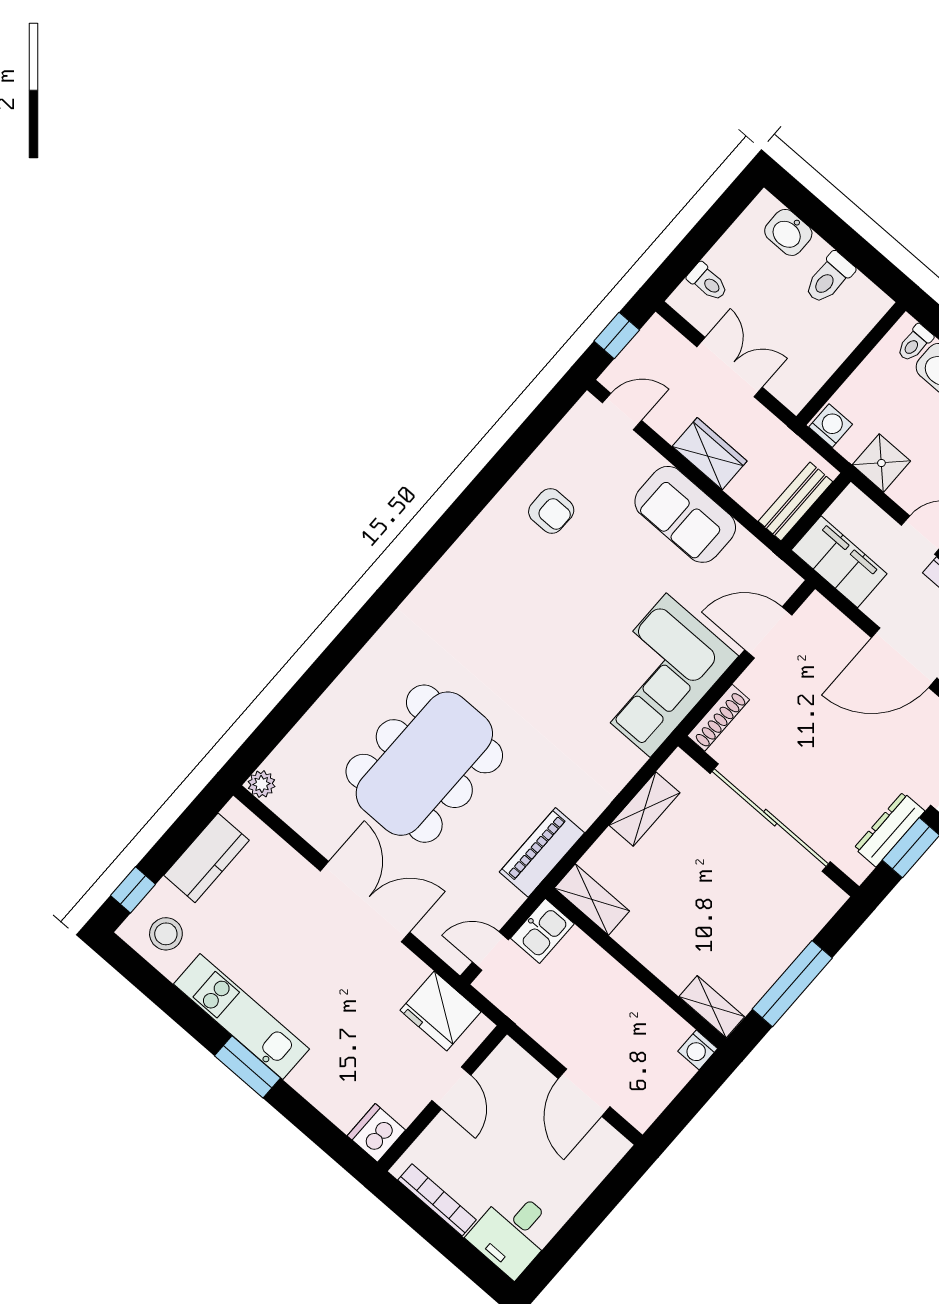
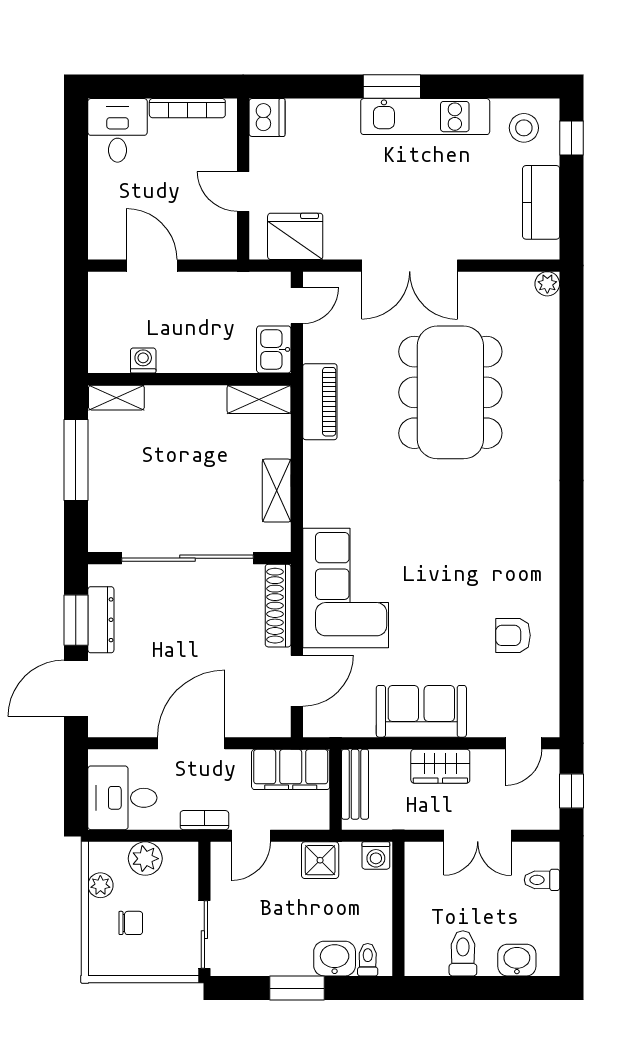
shoe rack: (718, 718) -> (278, 606), width x1.36, depth x1.24
washing machine: (698, 1050) -> (143, 360), moved

